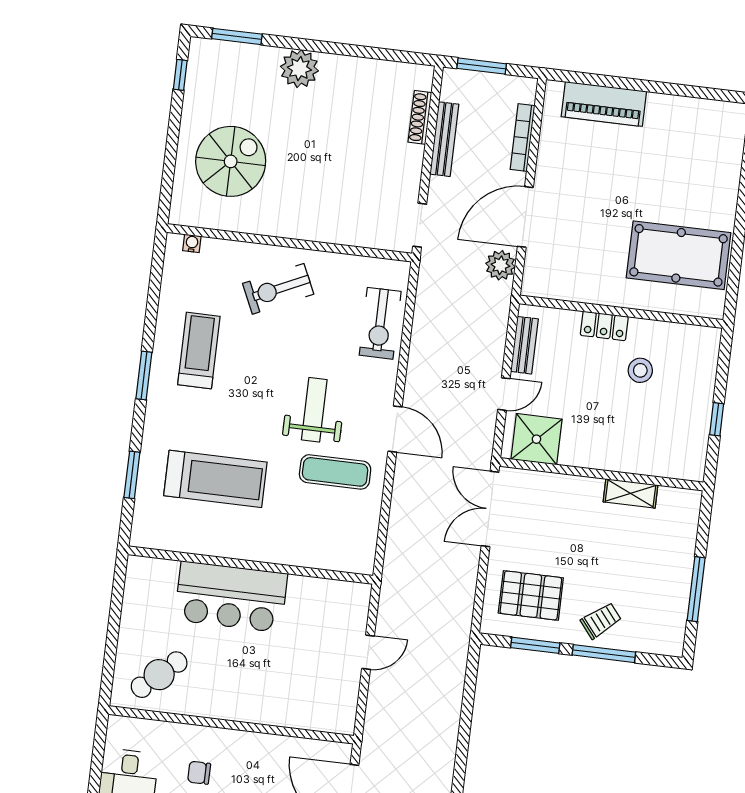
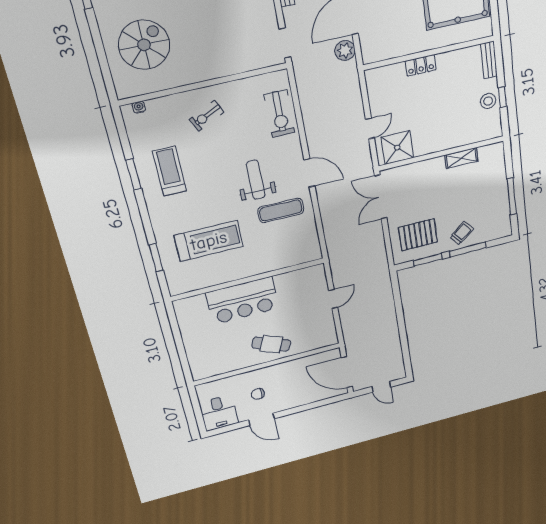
exercise bike: (278, 289) -> (207, 116), width x0.73, depth x0.72
bench: (524, 345) -> (489, 60), moved
stool: (640, 370) -> (488, 101), moved
window: (144, 375) -> (134, 174), moved
cafe table: (159, 675) -> (271, 344), moved, turned 65

